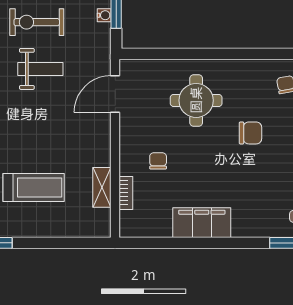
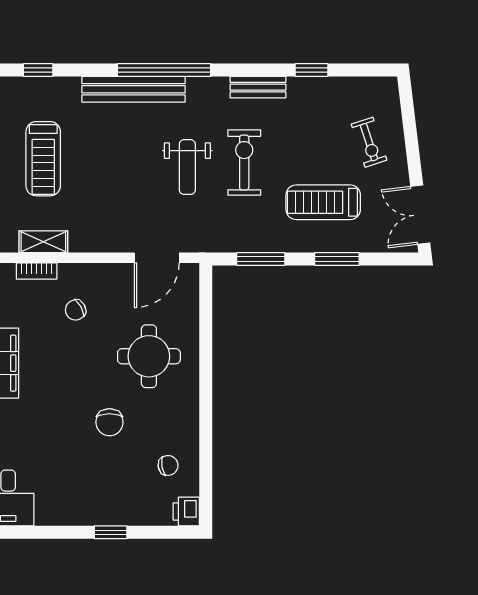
water cooler: (104, 15) -> (253, 244), removed
door: (115, 94) -> (157, 258), swing flipped
chair: (158, 161) -> (76, 310), turned 151

